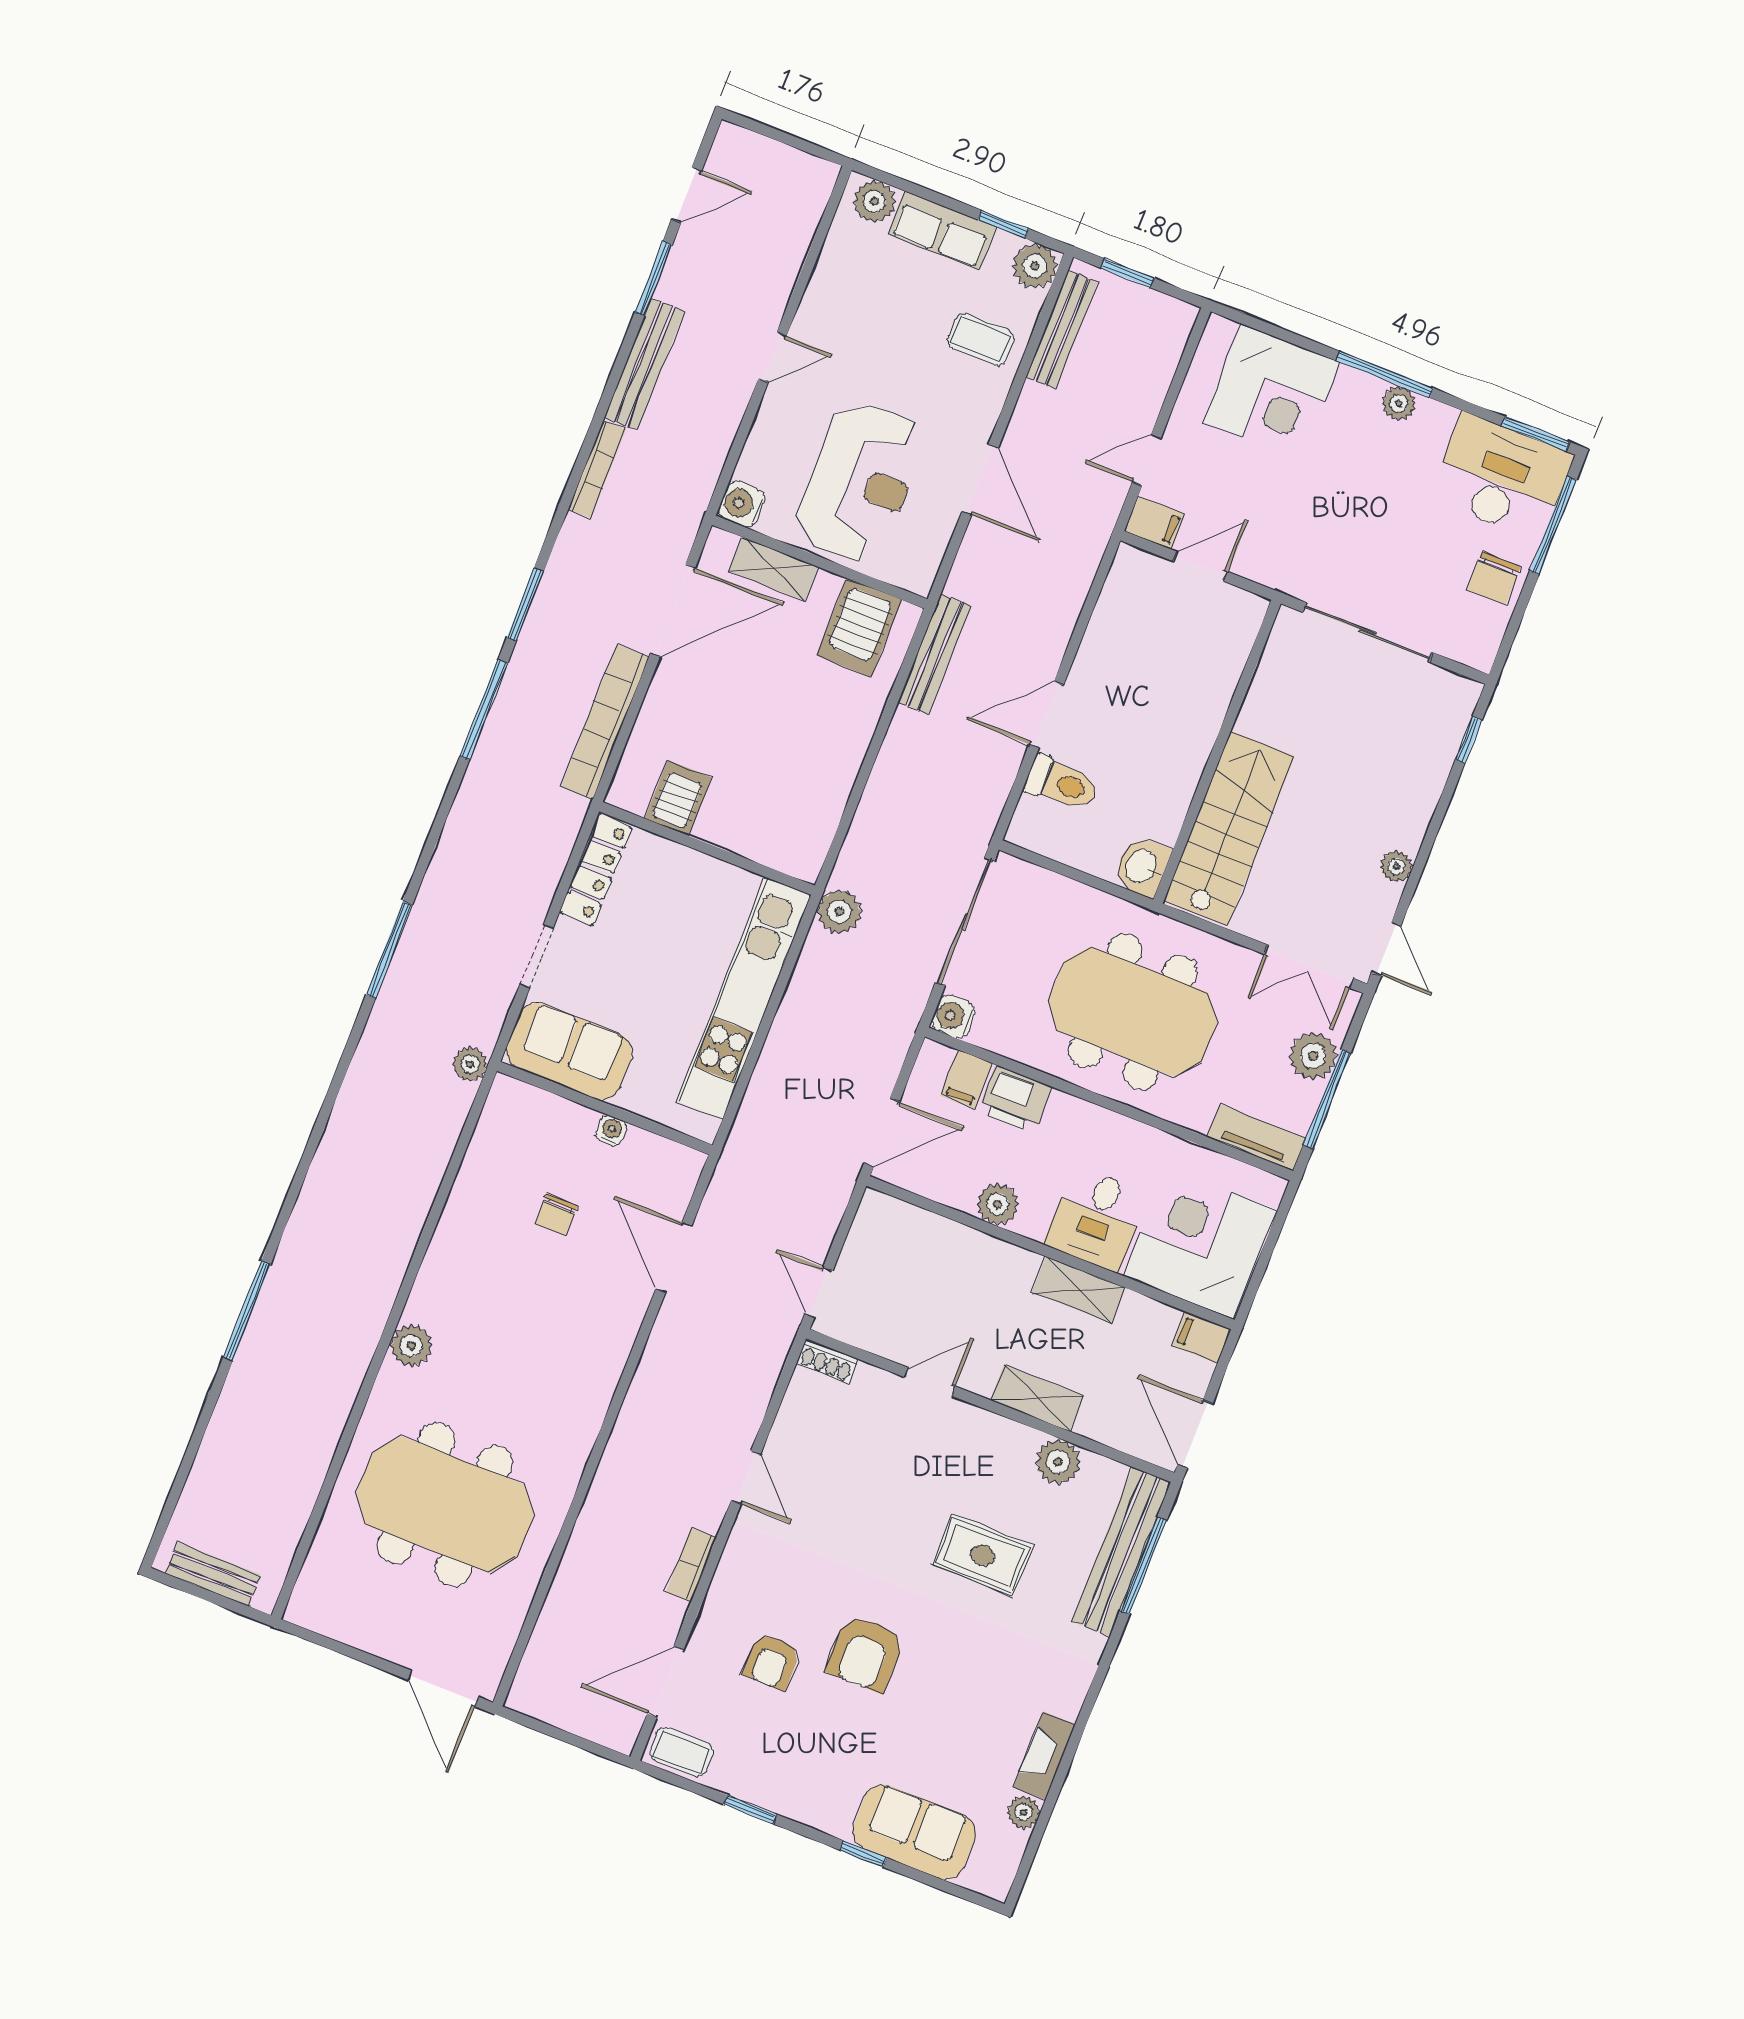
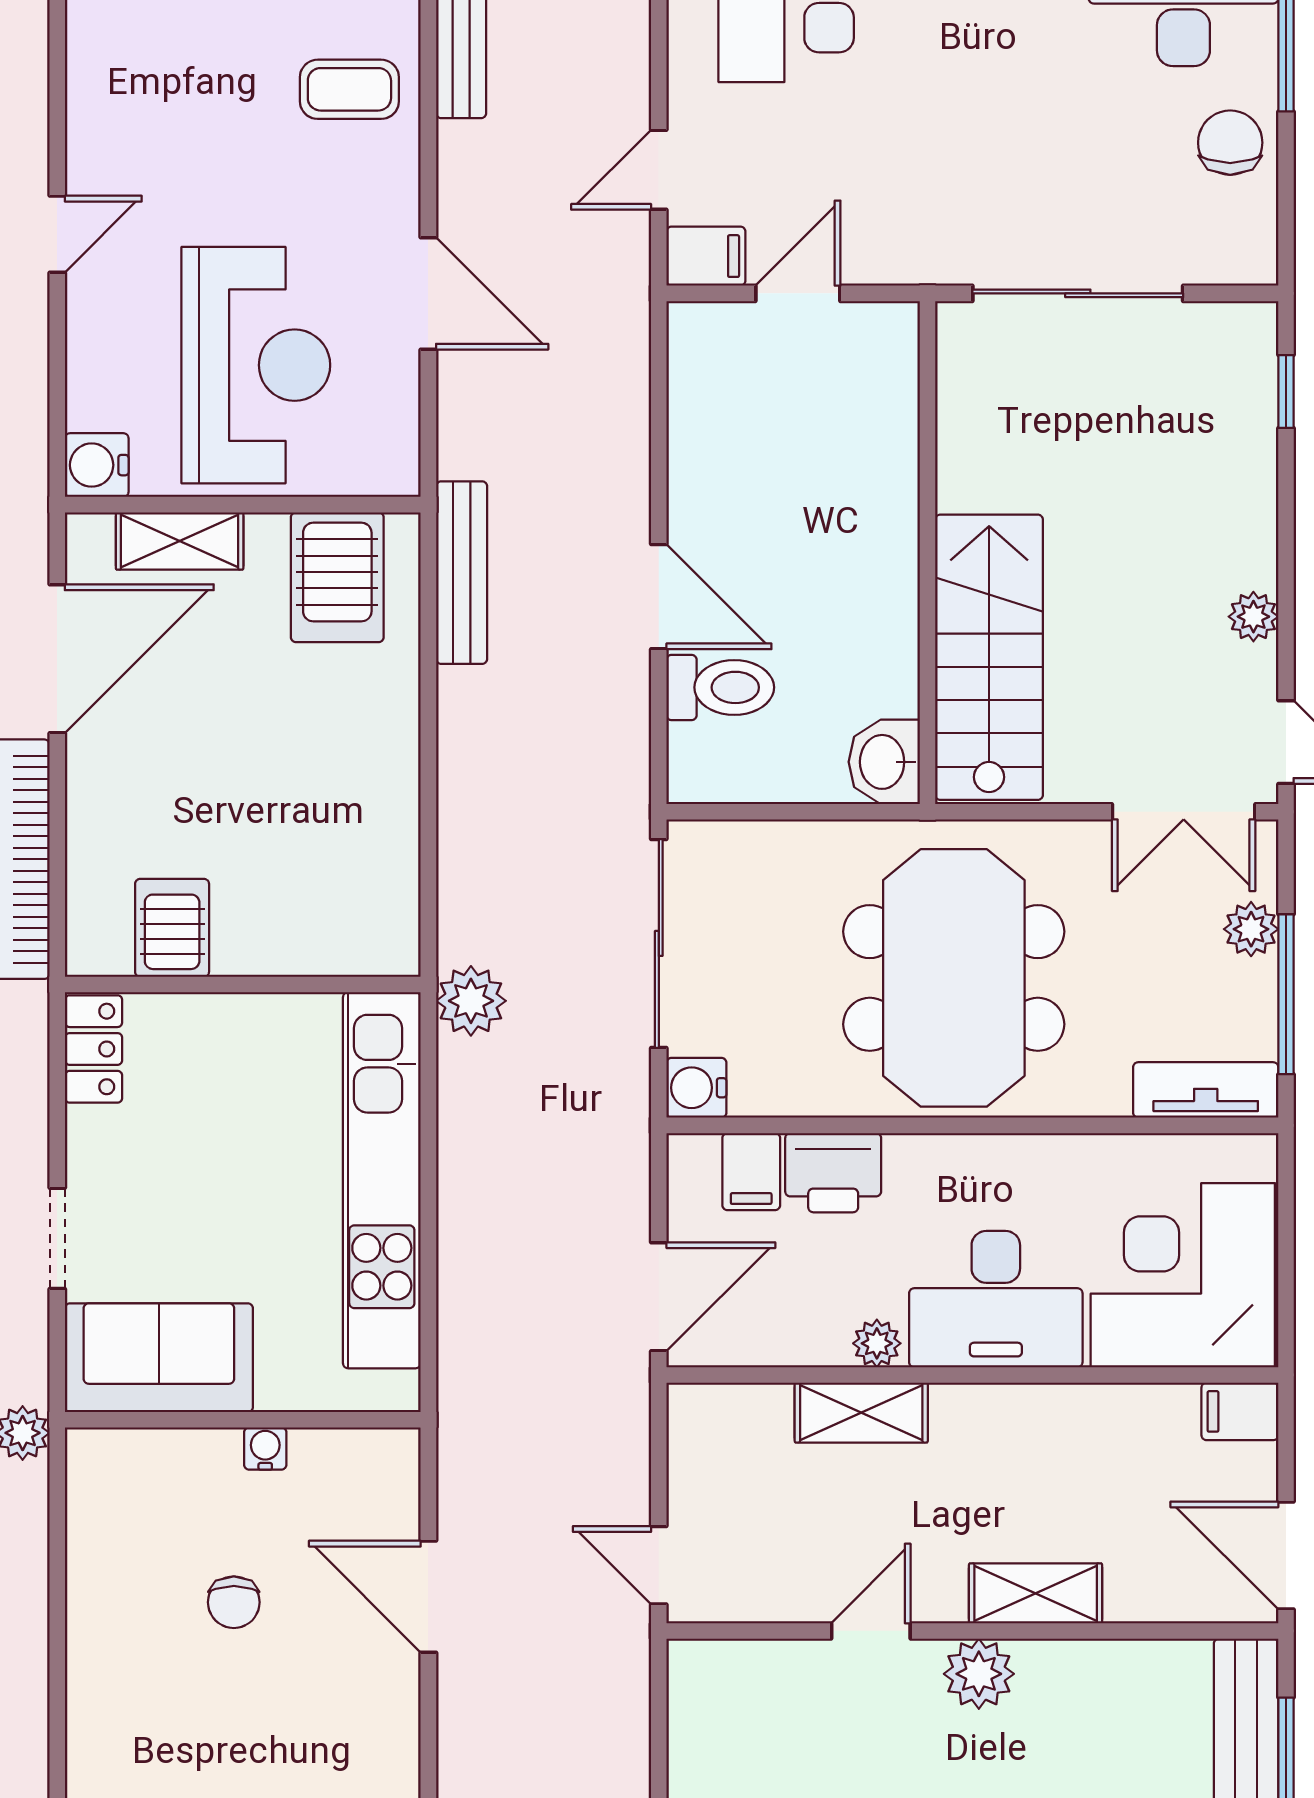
chair: (1494, 578) -> (1230, 143), turned 180
door: (1046, 715) -> (659, 597), swing flipped
locker: (596, 870) -> (94, 1049), width x0.66
meeting table: (1133, 1012) -> (954, 978), turned 90
plant: (1313, 1056) -> (1251, 929), width x0.73, depth x0.73
plant: (998, 1204) -> (877, 1343), width x0.73, depth x0.73
desk: (1096, 1219) -> (996, 1299), width x1.37
shelving: (1079, 1290) -> (861, 1413), moved
shoe rack: (827, 1361) -> (710, 1660), removed
plant: (1058, 1462) -> (979, 1674), moved

